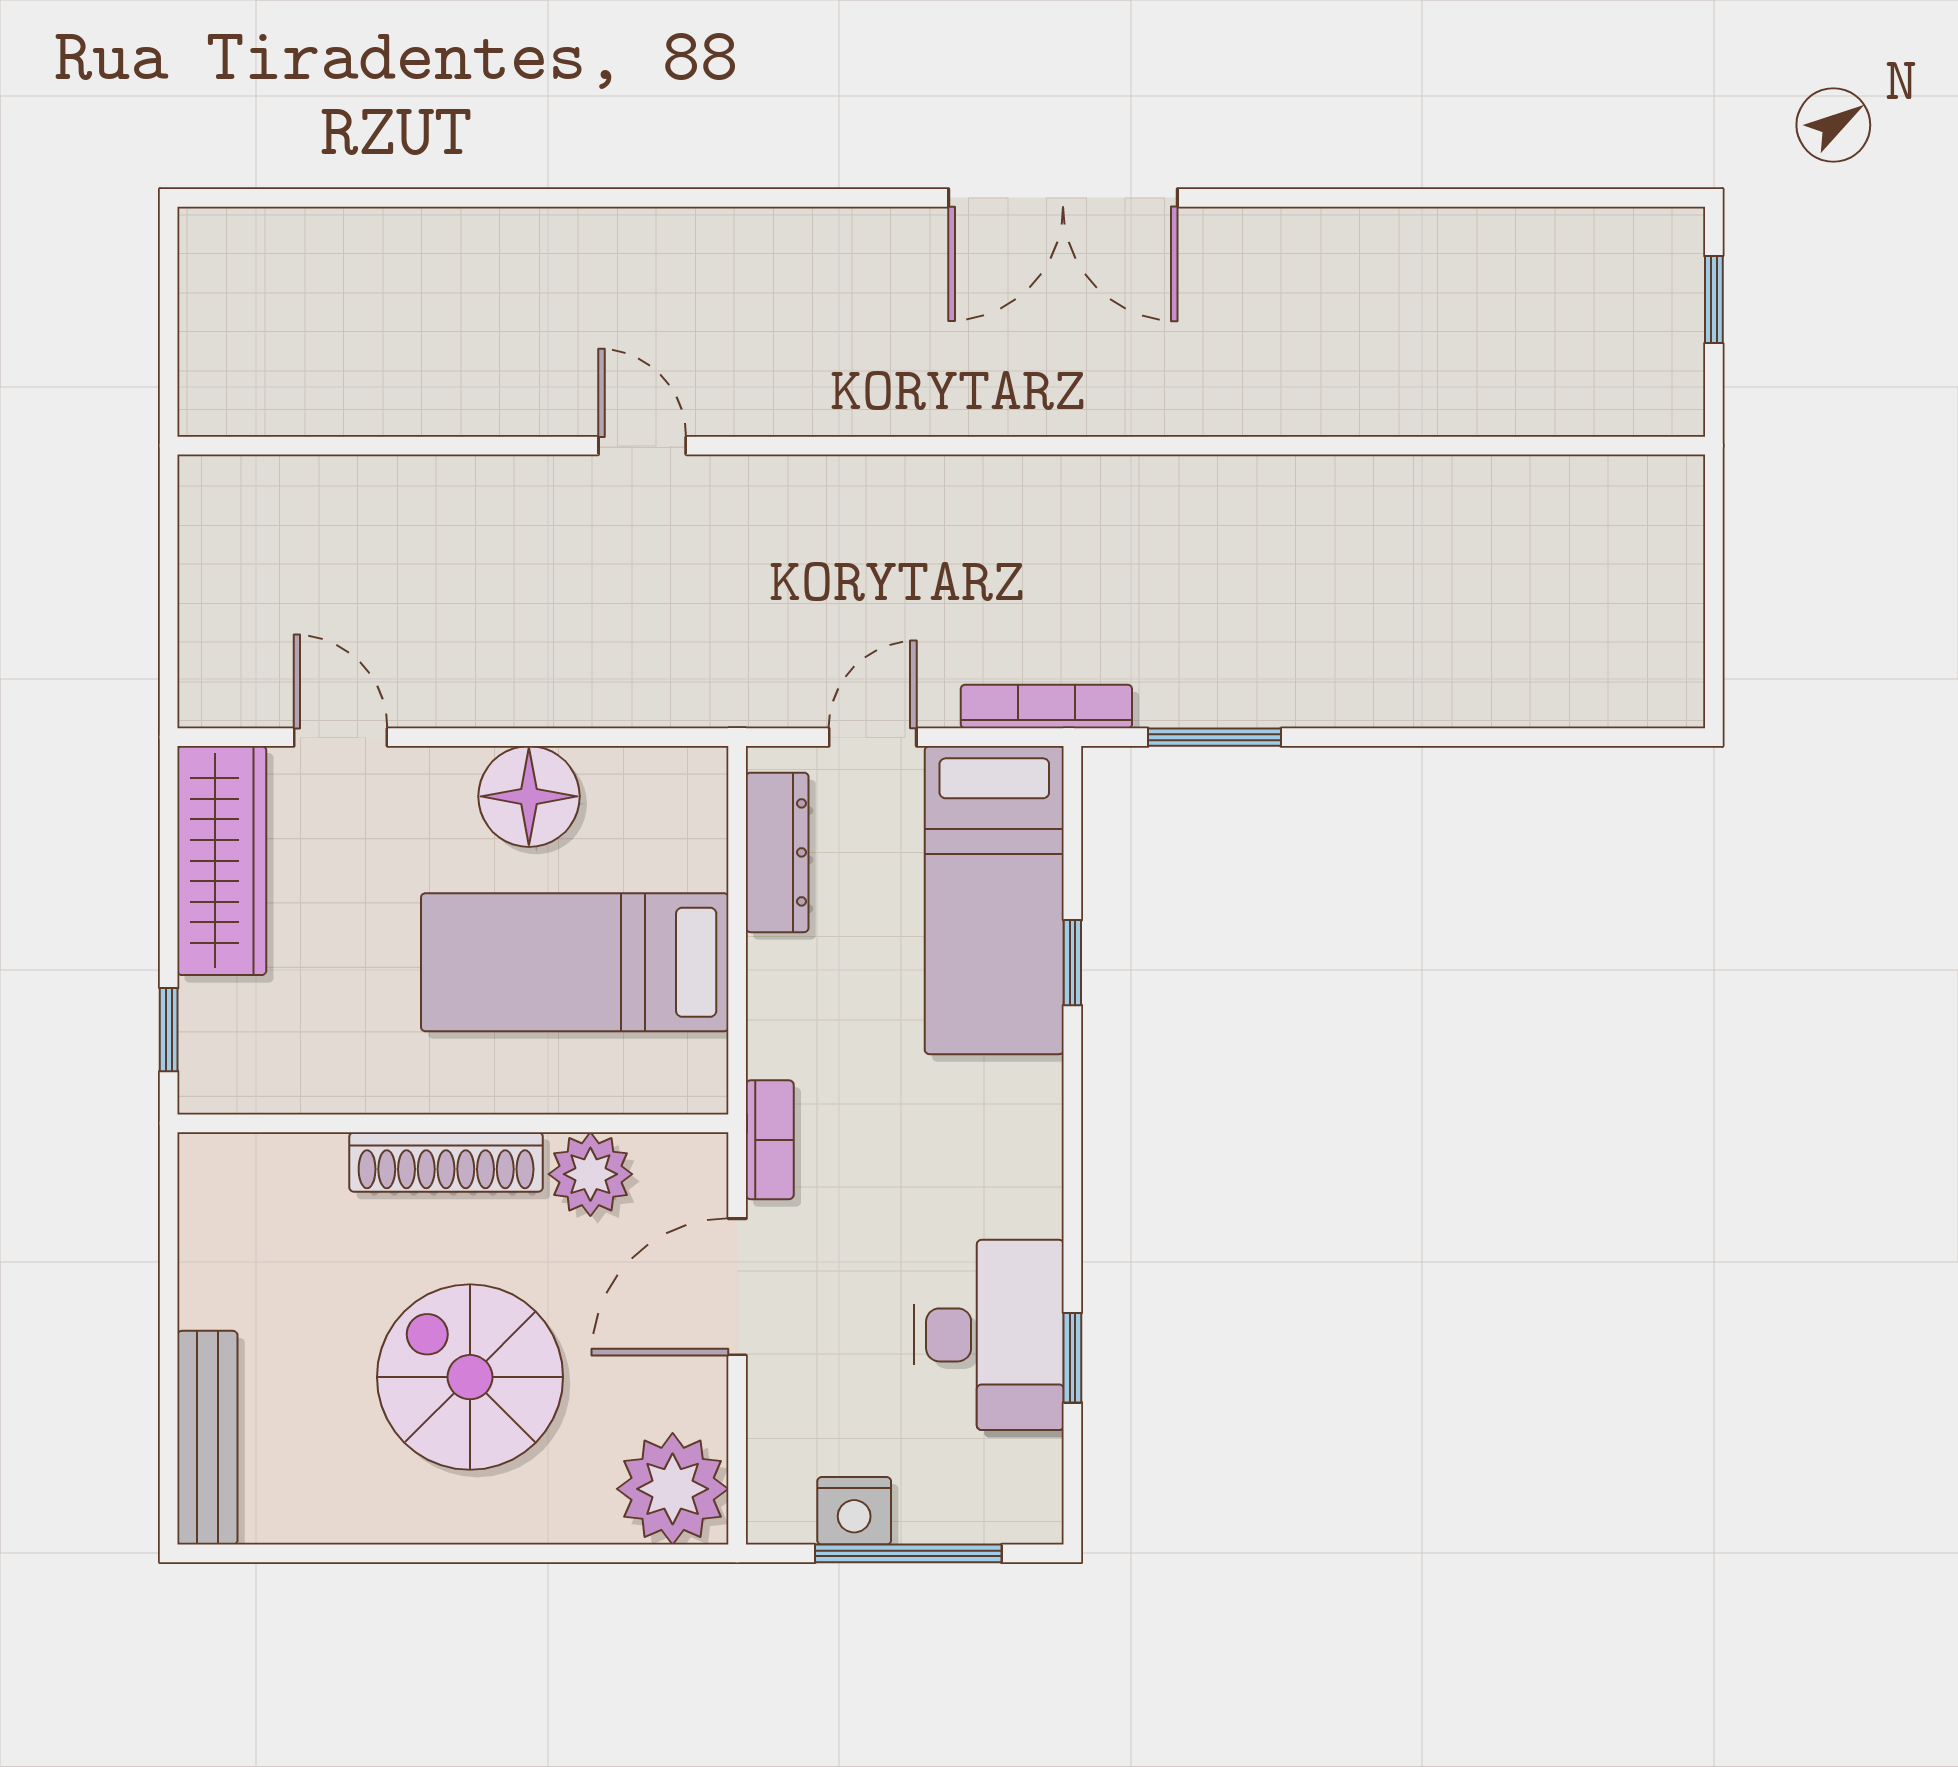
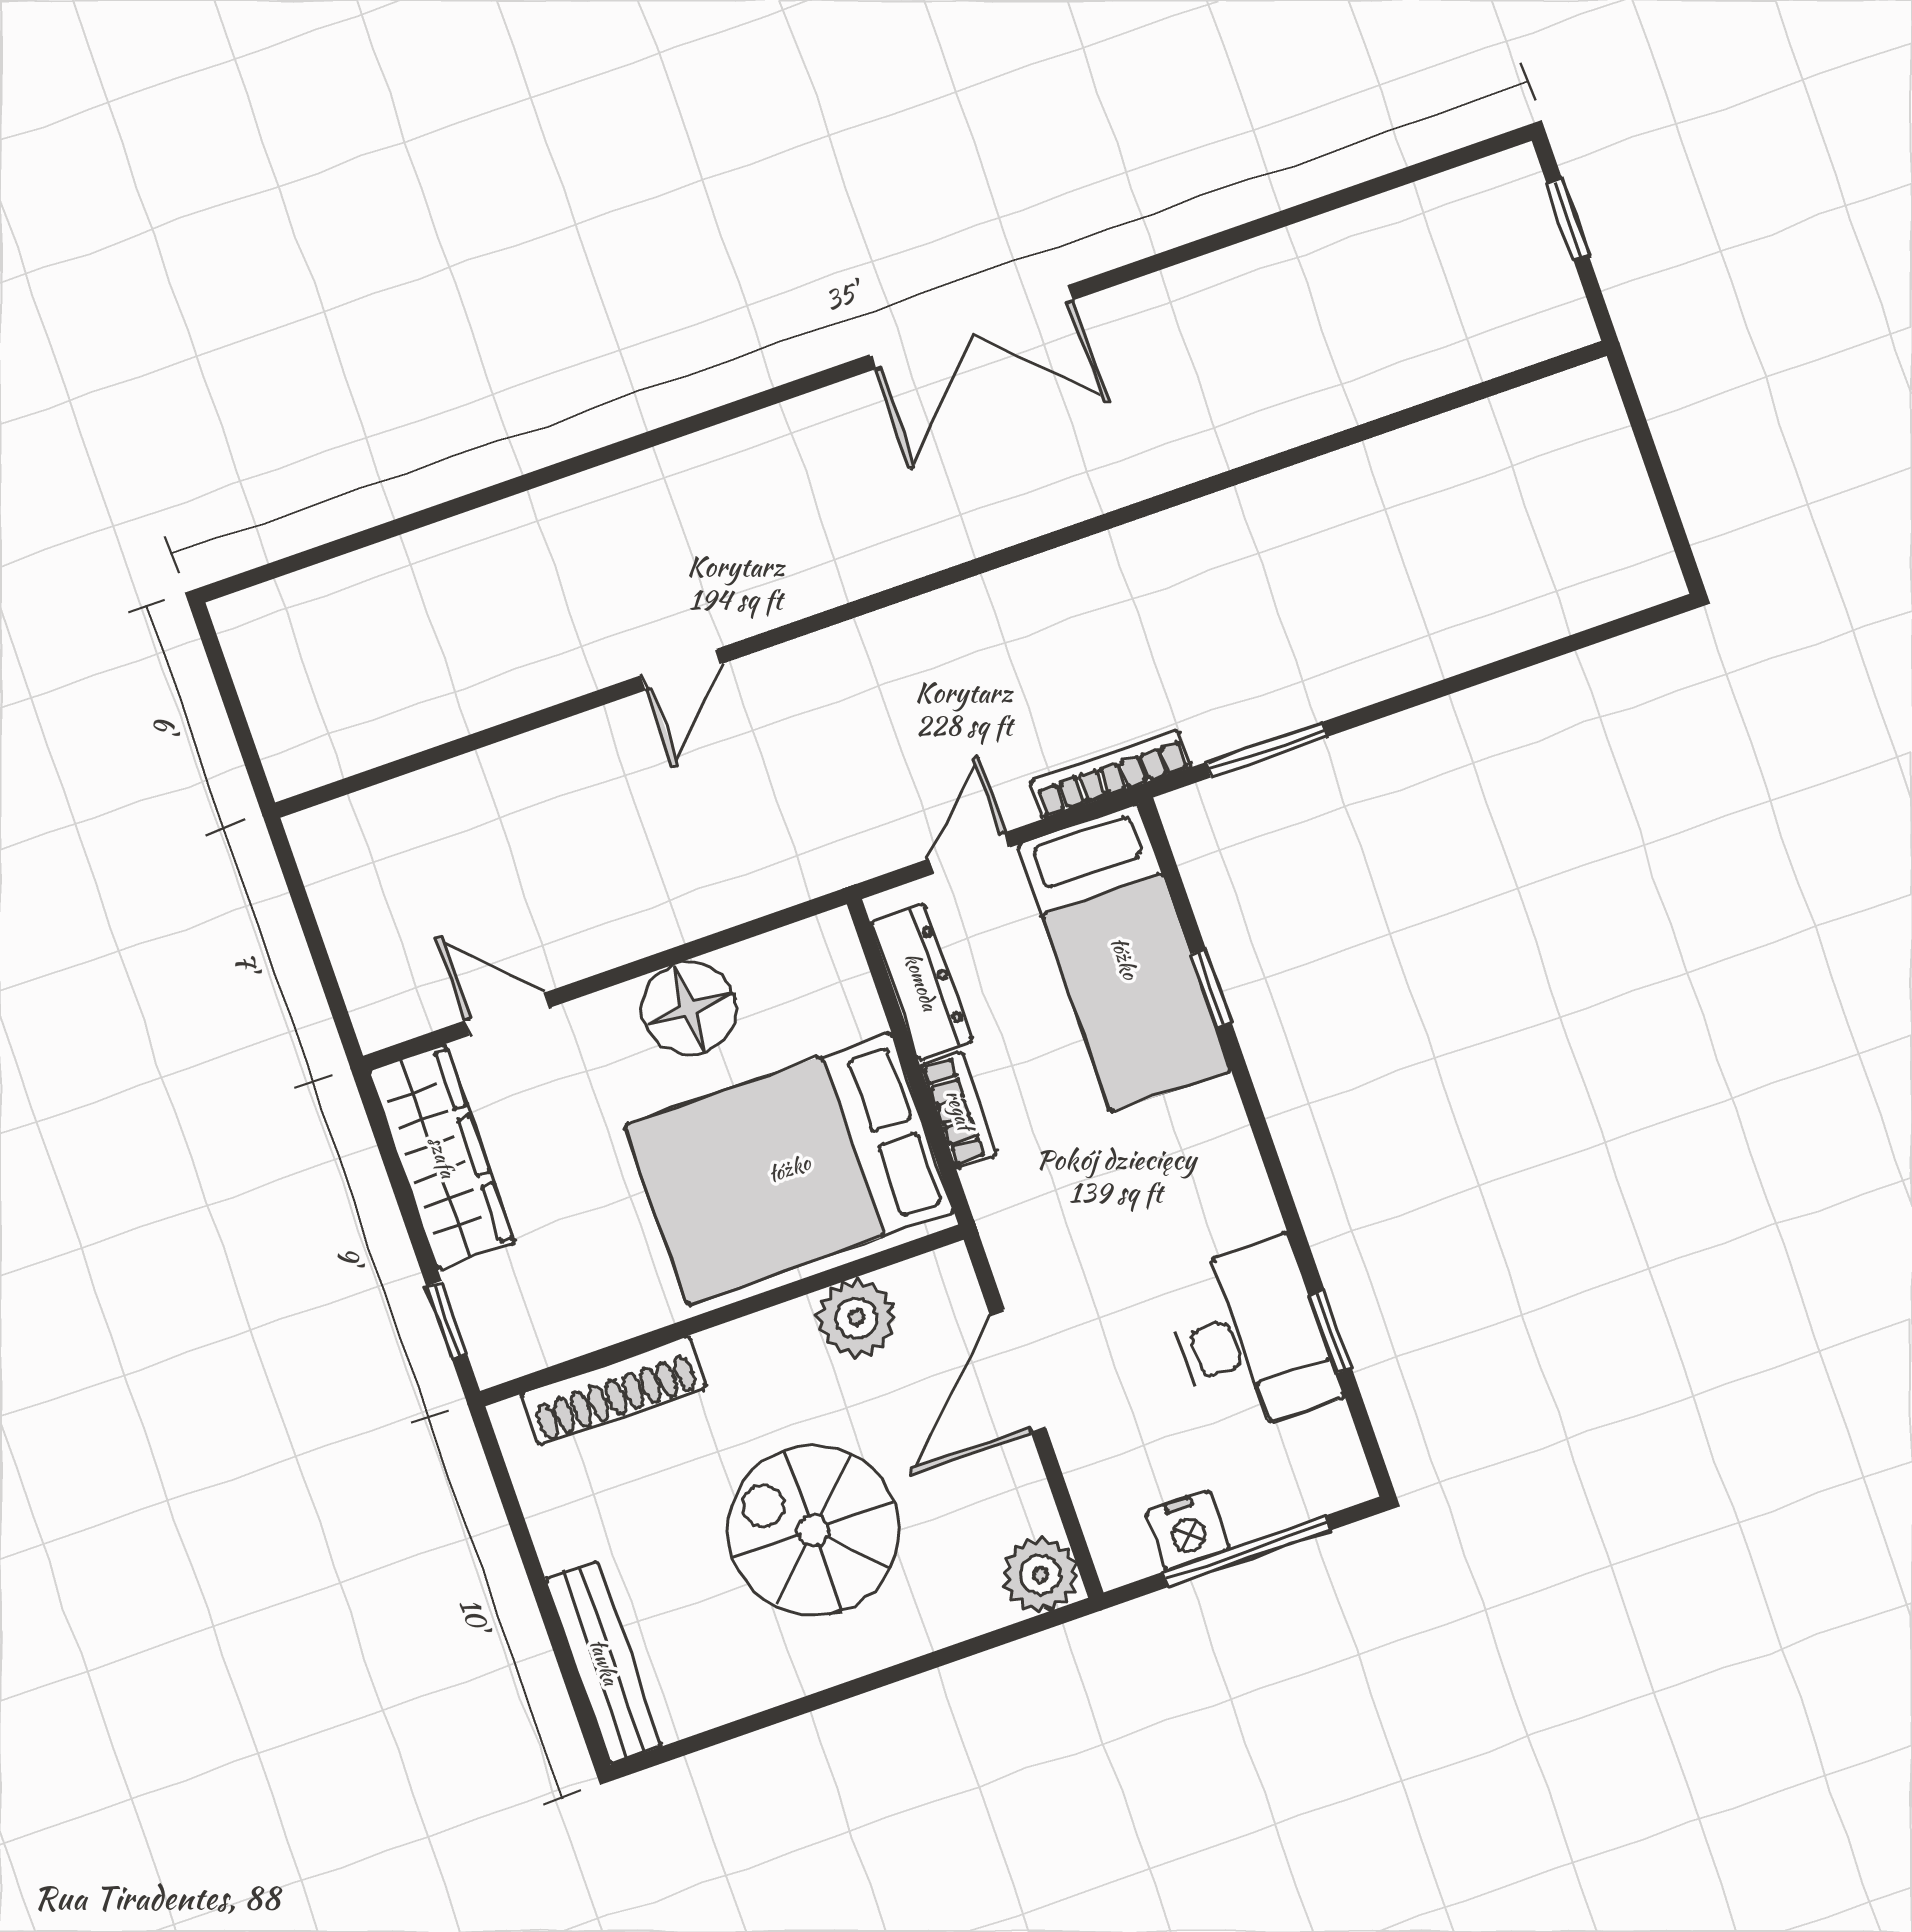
door: (642, 446) -> (681, 670), swing flipped
bed: (575, 962) -> (789, 1169), width x1.50
bookcase: (770, 1140) -> (959, 1110), moved
shoe rack: (446, 1162) -> (614, 1391), moved
plant: (673, 1489) -> (1040, 1575), width x0.73, depth x0.73

